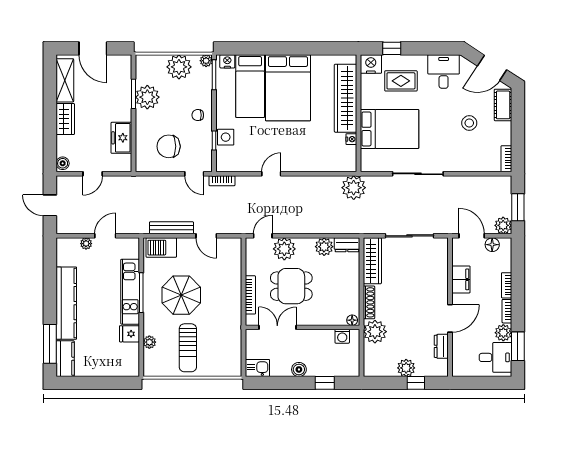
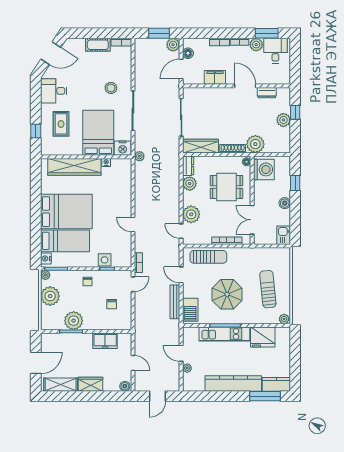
nightstand: (371, 64) -> (123, 148), moved, turned -90
door: (492, 68) -> (51, 53), hinge flipped
cot: (503, 105) -> (98, 45), moved
stool: (469, 123) -> (111, 88), moved
chair: (169, 146) -> (112, 304), width x0.54, depth x0.54
plant: (354, 188) -> (139, 156), width x0.53, depth x0.53
door: (206, 236) -> (181, 275), swing flipped
sun lounger: (229, 271) -> (208, 257), added
dining table: (291, 286) -> (226, 187), moved, turned 90
fridge: (129, 334) -> (263, 337), width x1.88, depth x1.34
washing machine: (342, 336) -> (264, 169), width x1.89, depth x1.89
plant: (149, 342) -> (284, 319), moved
sun lounger: (188, 348) -> (268, 289), turned -96

